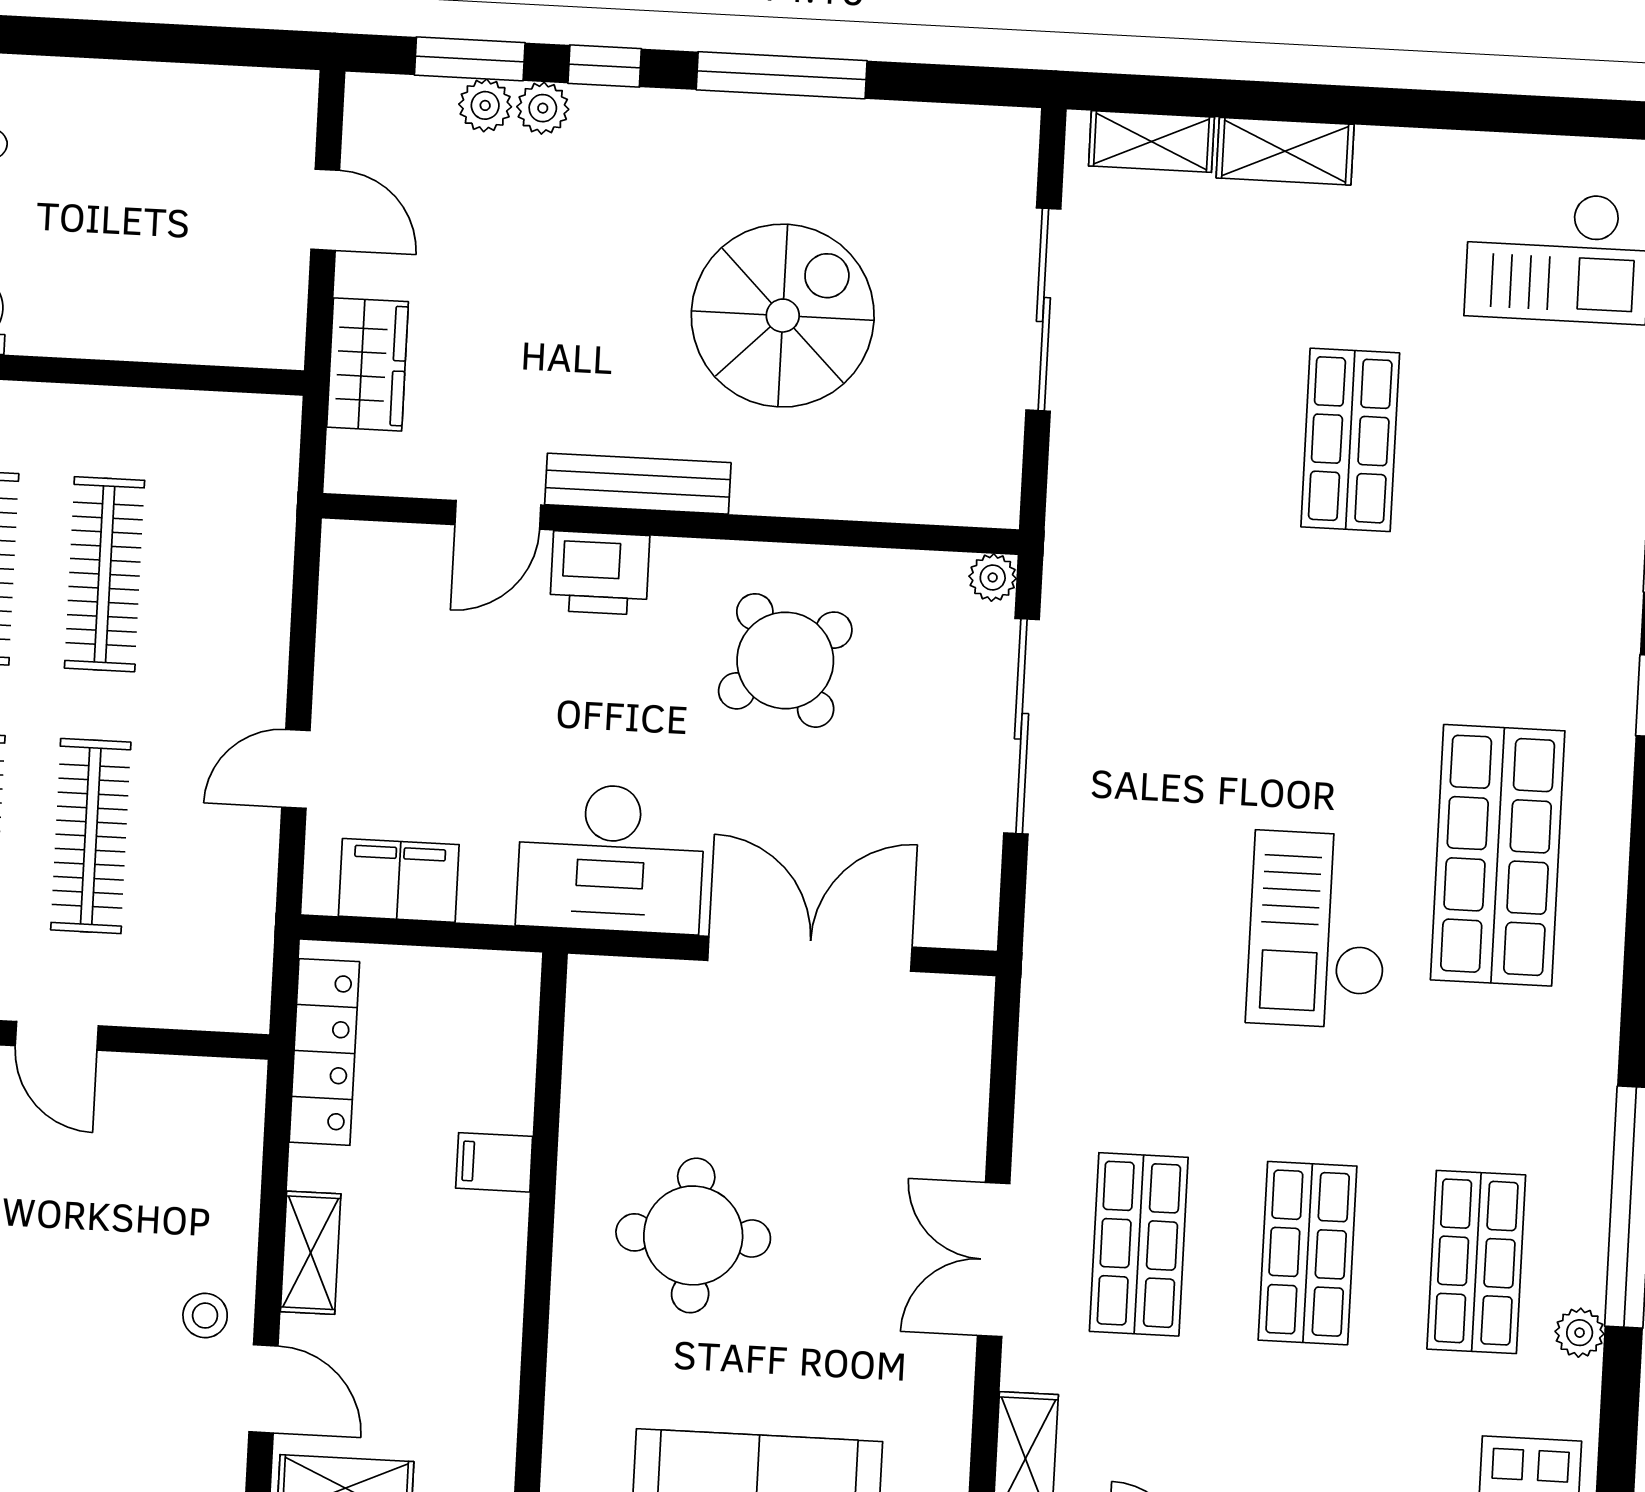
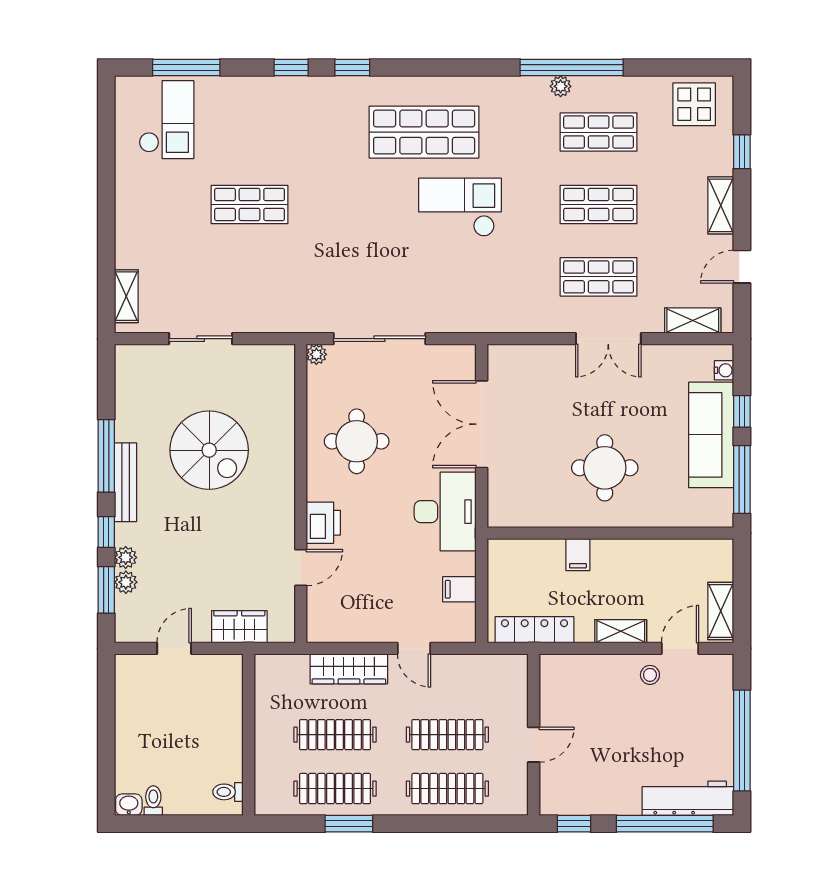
shelving: (1285, 151) -> (127, 239), removed
sliding door: (1043, 310) -> (201, 339), width x0.73
spiral stairs: (783, 316) -> (209, 450), turned 180
bench: (638, 484) -> (126, 482), moved
door: (498, 515) -> (301, 568), hinge flipped
wardrobe: (256, 615) -> (349, 669), added
round table: (785, 660) -> (357, 441), turned 35
filing cabinet: (399, 880) -> (459, 589), width x0.50
checkout: (1318, 930) -> (460, 207), turned 180
plant: (1580, 1333) -> (561, 86), moved

